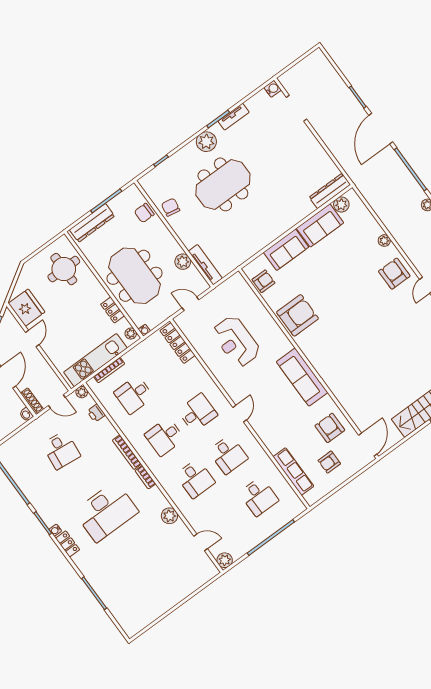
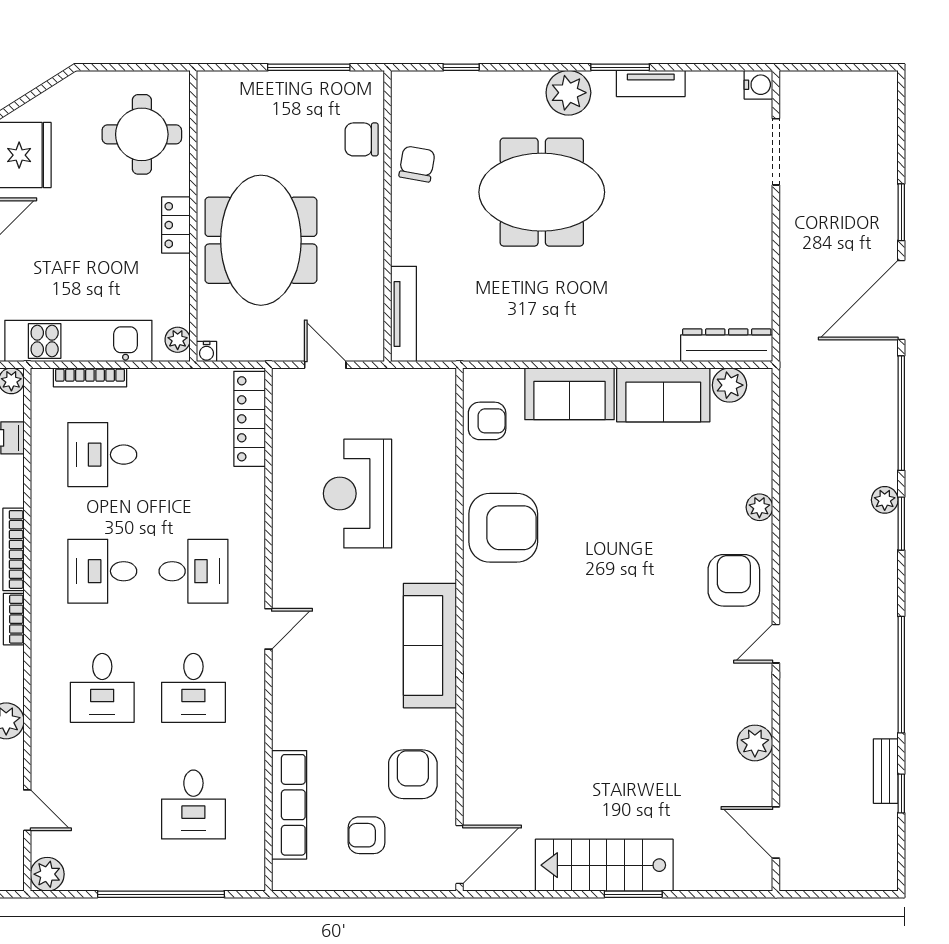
dresser: (92, 223) -> (254, 88), removed
plant: (183, 262) -> (367, 279), removed
locker: (113, 310) -> (176, 225), moved

